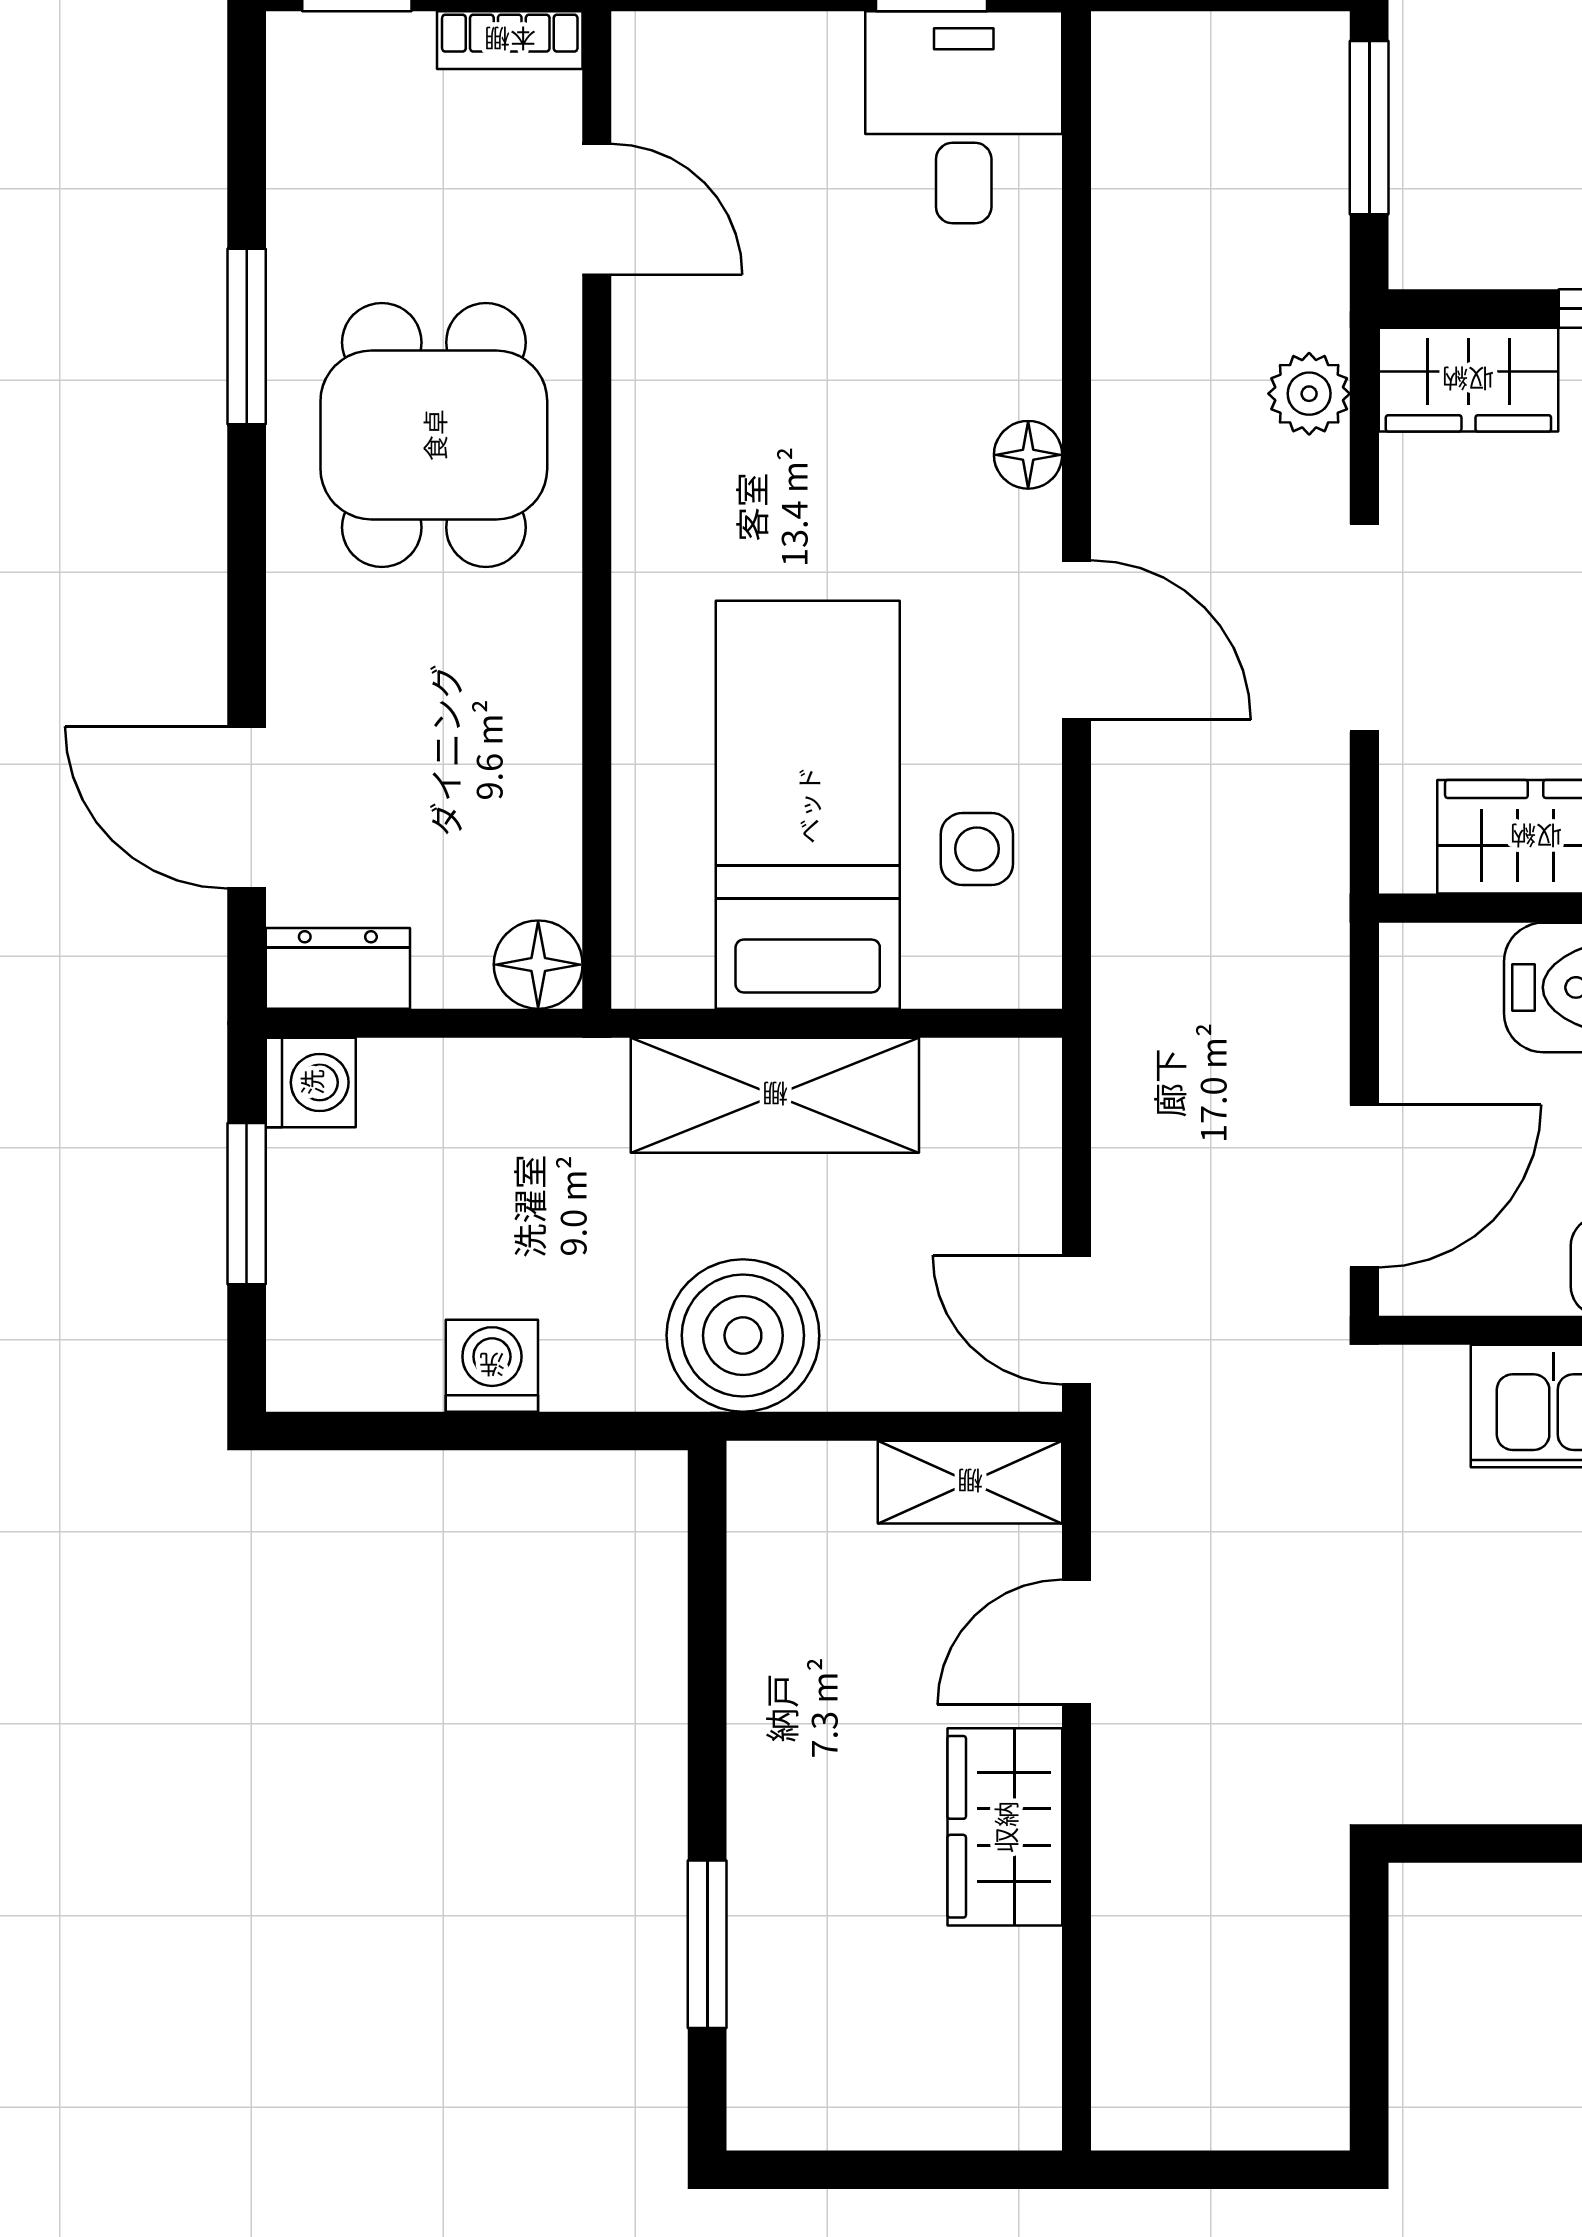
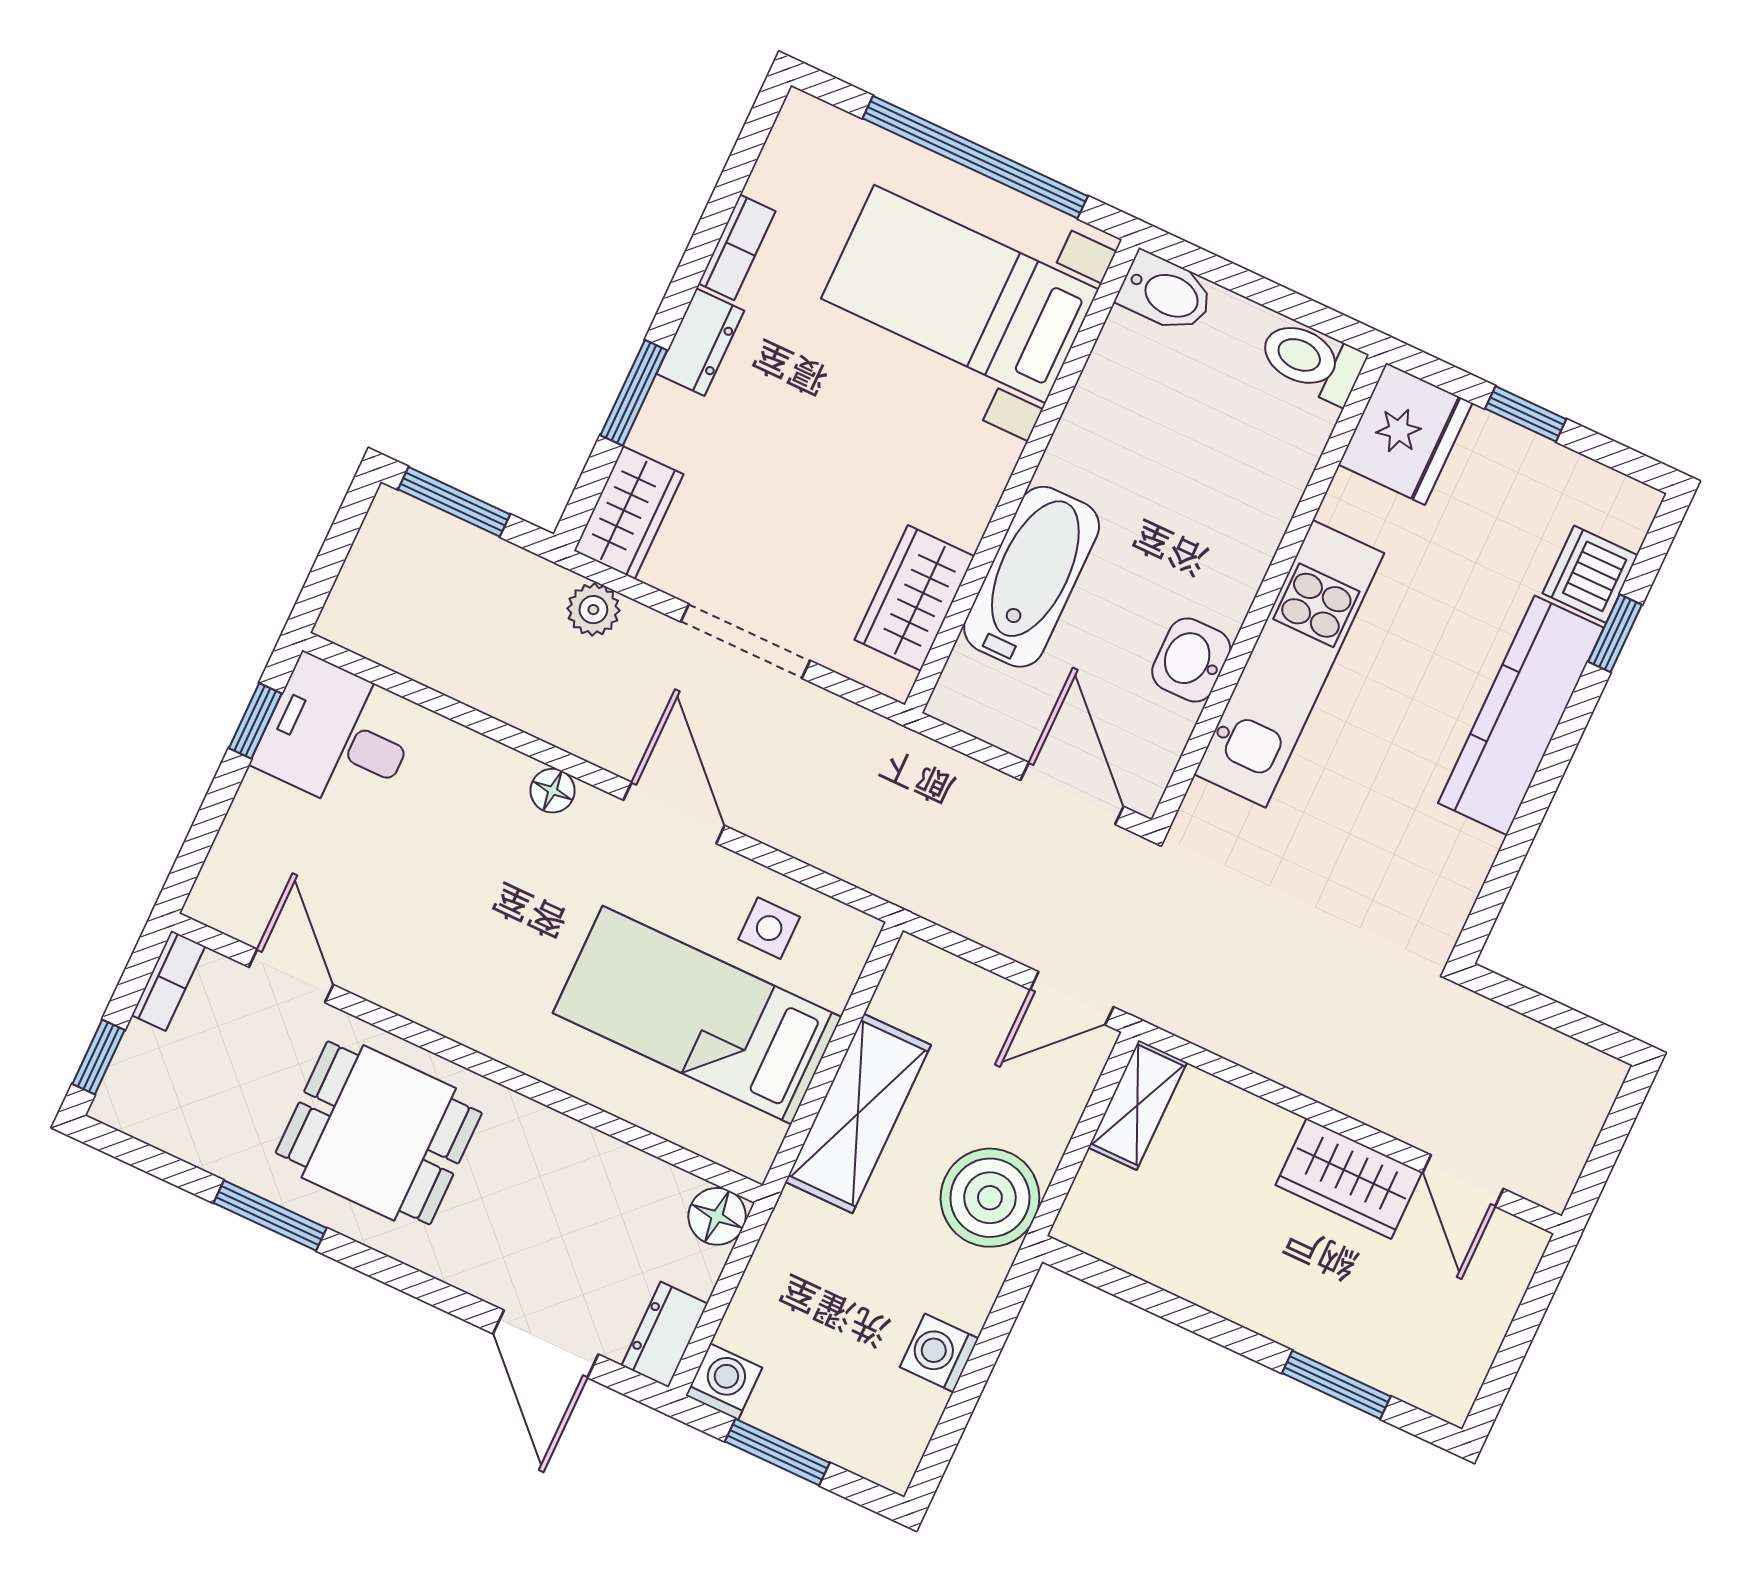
door: (597, 209) -> (291, 976), hinge flipped
door: (1077, 640) -> (674, 813), hinge flipped
door: (247, 808) -> (546, 1344), hinge flipped
door: (1077, 1642) -> (1463, 1181), moved

